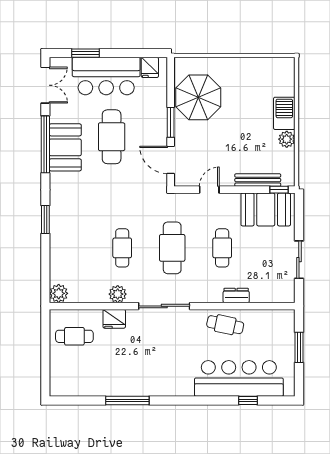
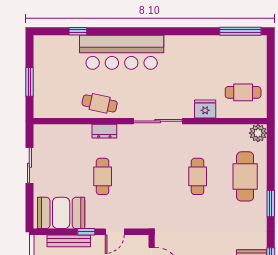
window: (279, 190) -> (86, 232), moved
cafe table: (172, 248) -> (245, 176), moved
plant: (118, 294) -> (202, 133), removed
dresser: (236, 296) -> (104, 131), moved
bar counter: (239, 378) -> (122, 52), moved
window: (127, 401) -> (240, 31), moved

